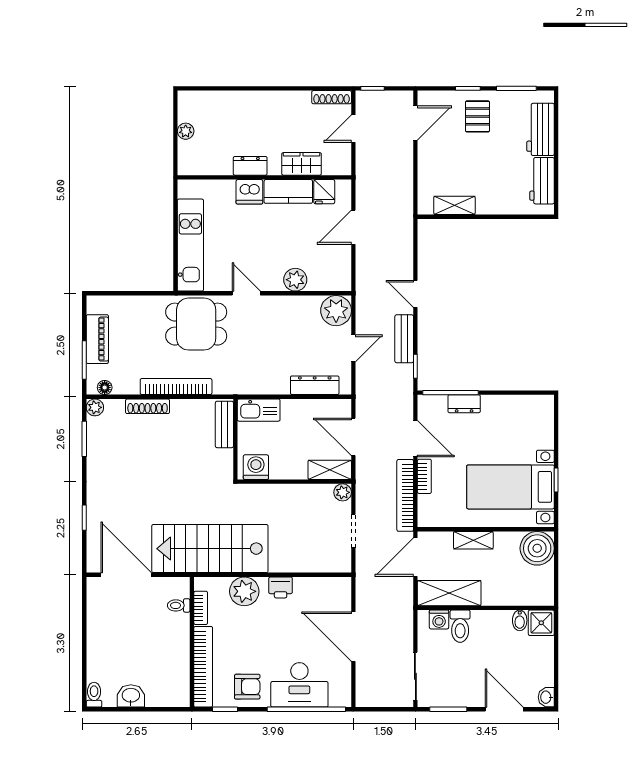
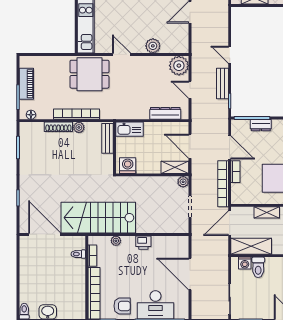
door: (353, 348) -> (190, 90), swing flipped
plant: (95, 407) -> (79, 127), moved
plant: (244, 591) -> (116, 241), width x0.53, depth x0.53

